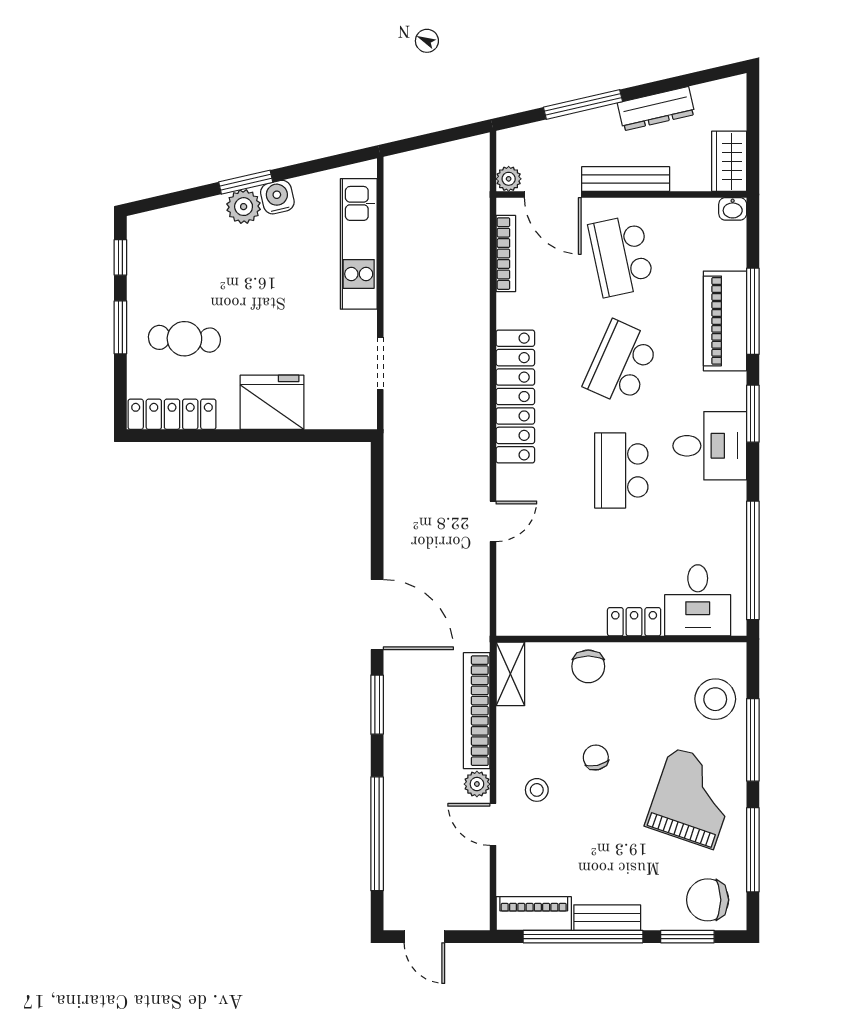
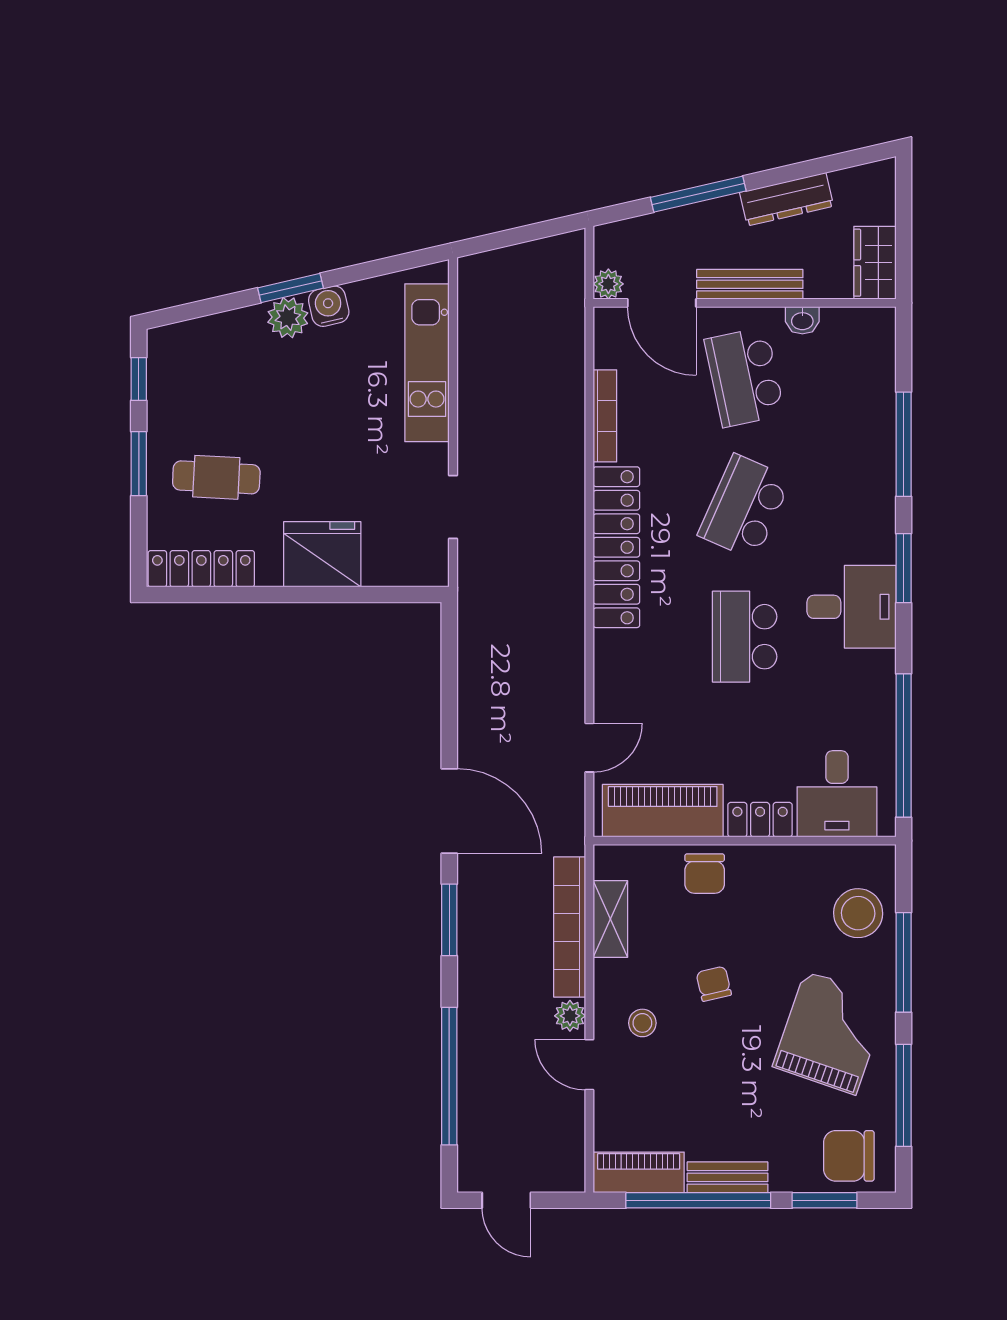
washbasin: (733, 209) -> (802, 320), moved
bookcase: (506, 254) -> (605, 416), moved
piano: (725, 321) -> (663, 811), moved, turned 90
door: (493, 521) -> (589, 748), moved
shelving: (510, 674) -> (610, 919), moved

